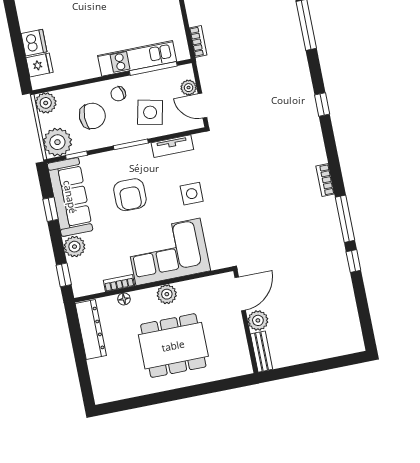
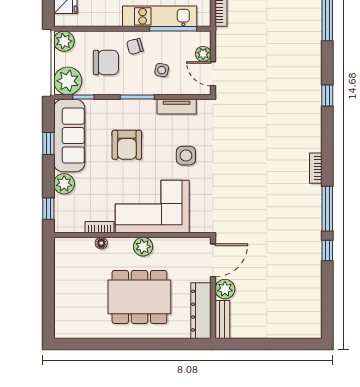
side table: (150, 112) -> (162, 70), width x0.54, depth x0.54
dresser: (91, 329) -> (201, 311), moved, turned 180

